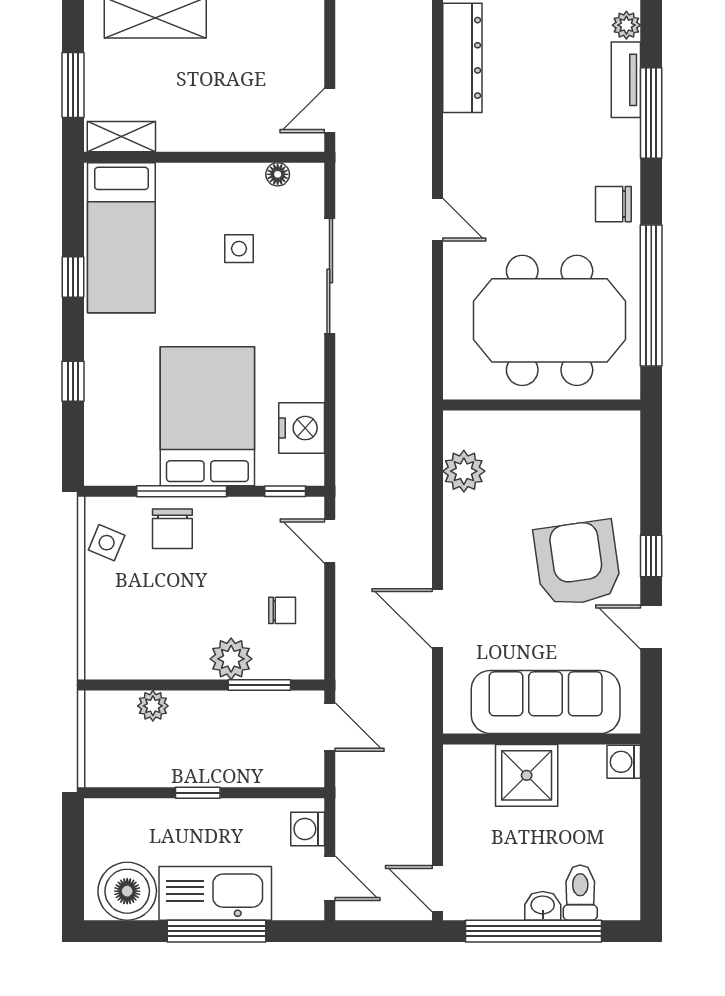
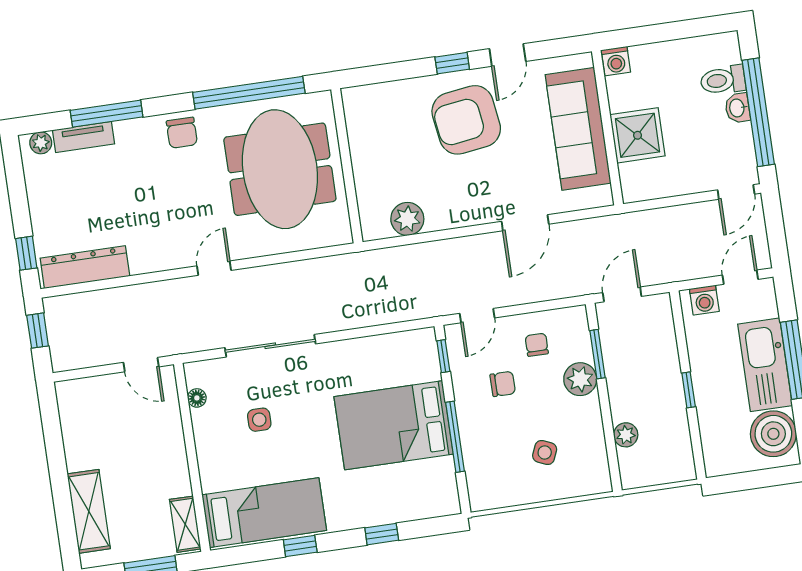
nightstand: (302, 428) -> (392, 350), removed
chair: (172, 529) -> (503, 384), moved, width x0.73, depth x0.73
side table: (107, 543) -> (545, 452), moved

